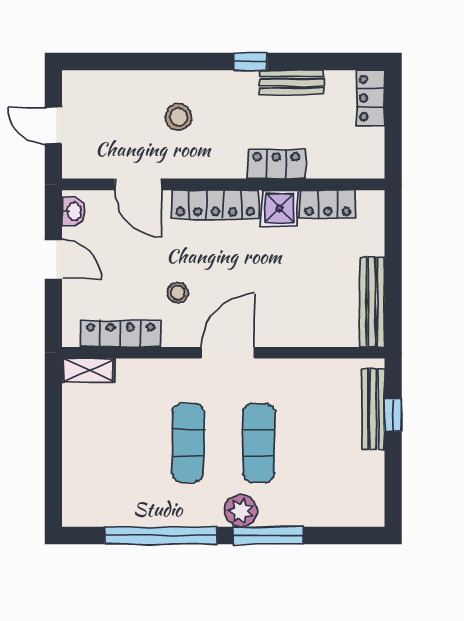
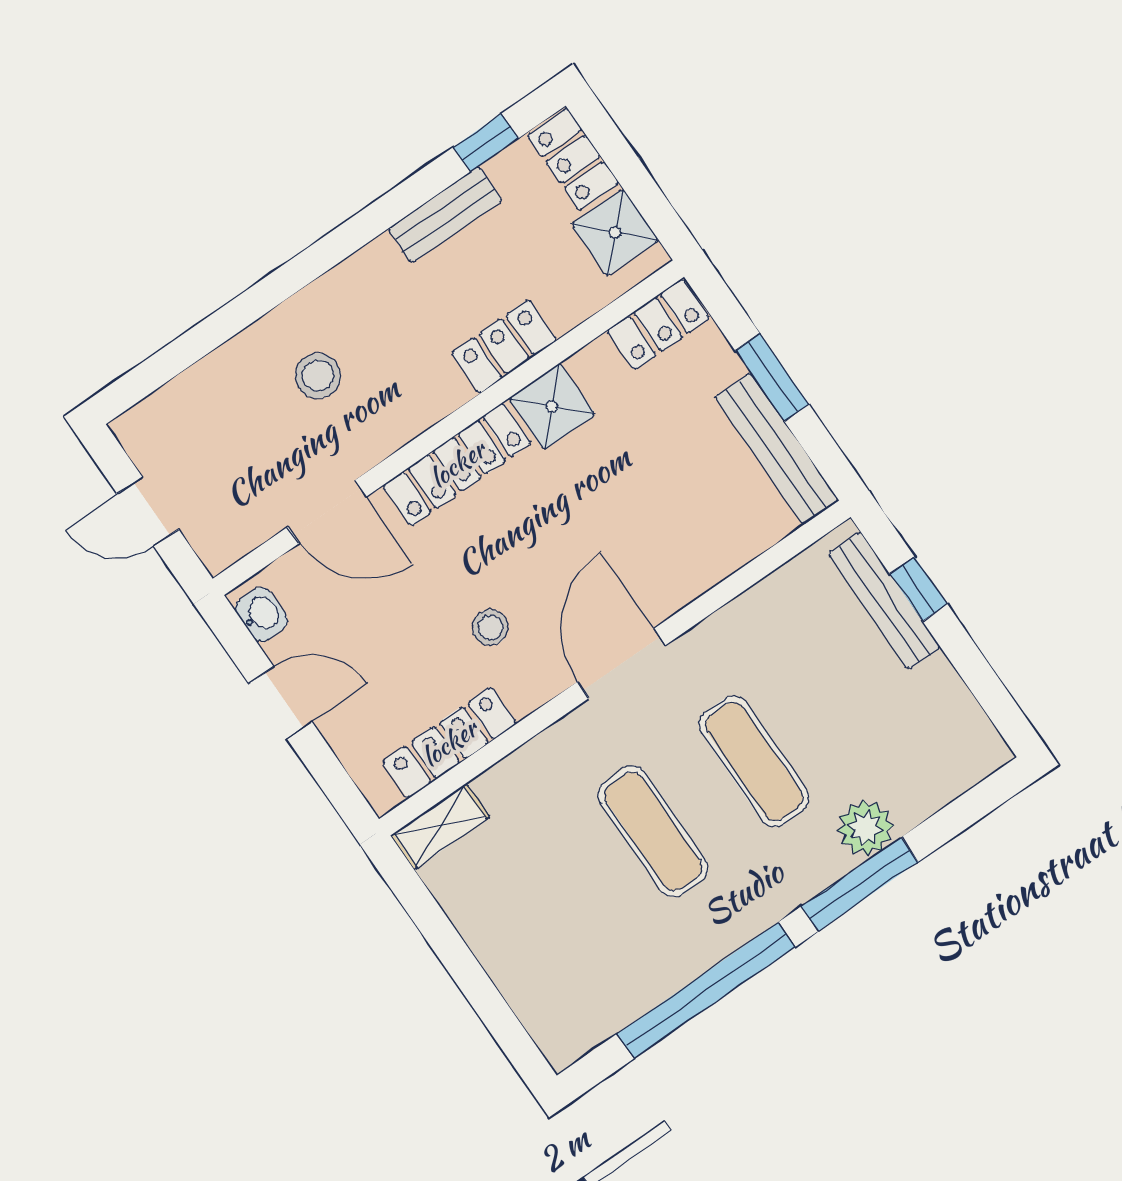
window: (250, 62) -> (486, 143), moved
shower: (366, 146) -> (615, 232), added
locker: (328, 204) -> (658, 324), moved
window: (393, 267) -> (772, 377), added
plant: (241, 511) -> (865, 828), moved

